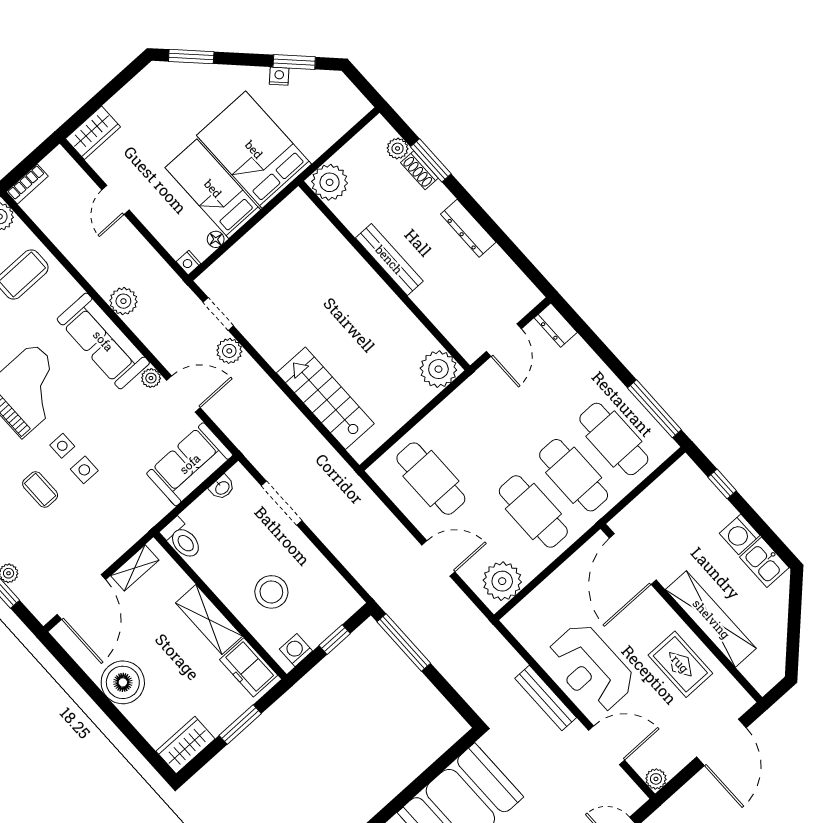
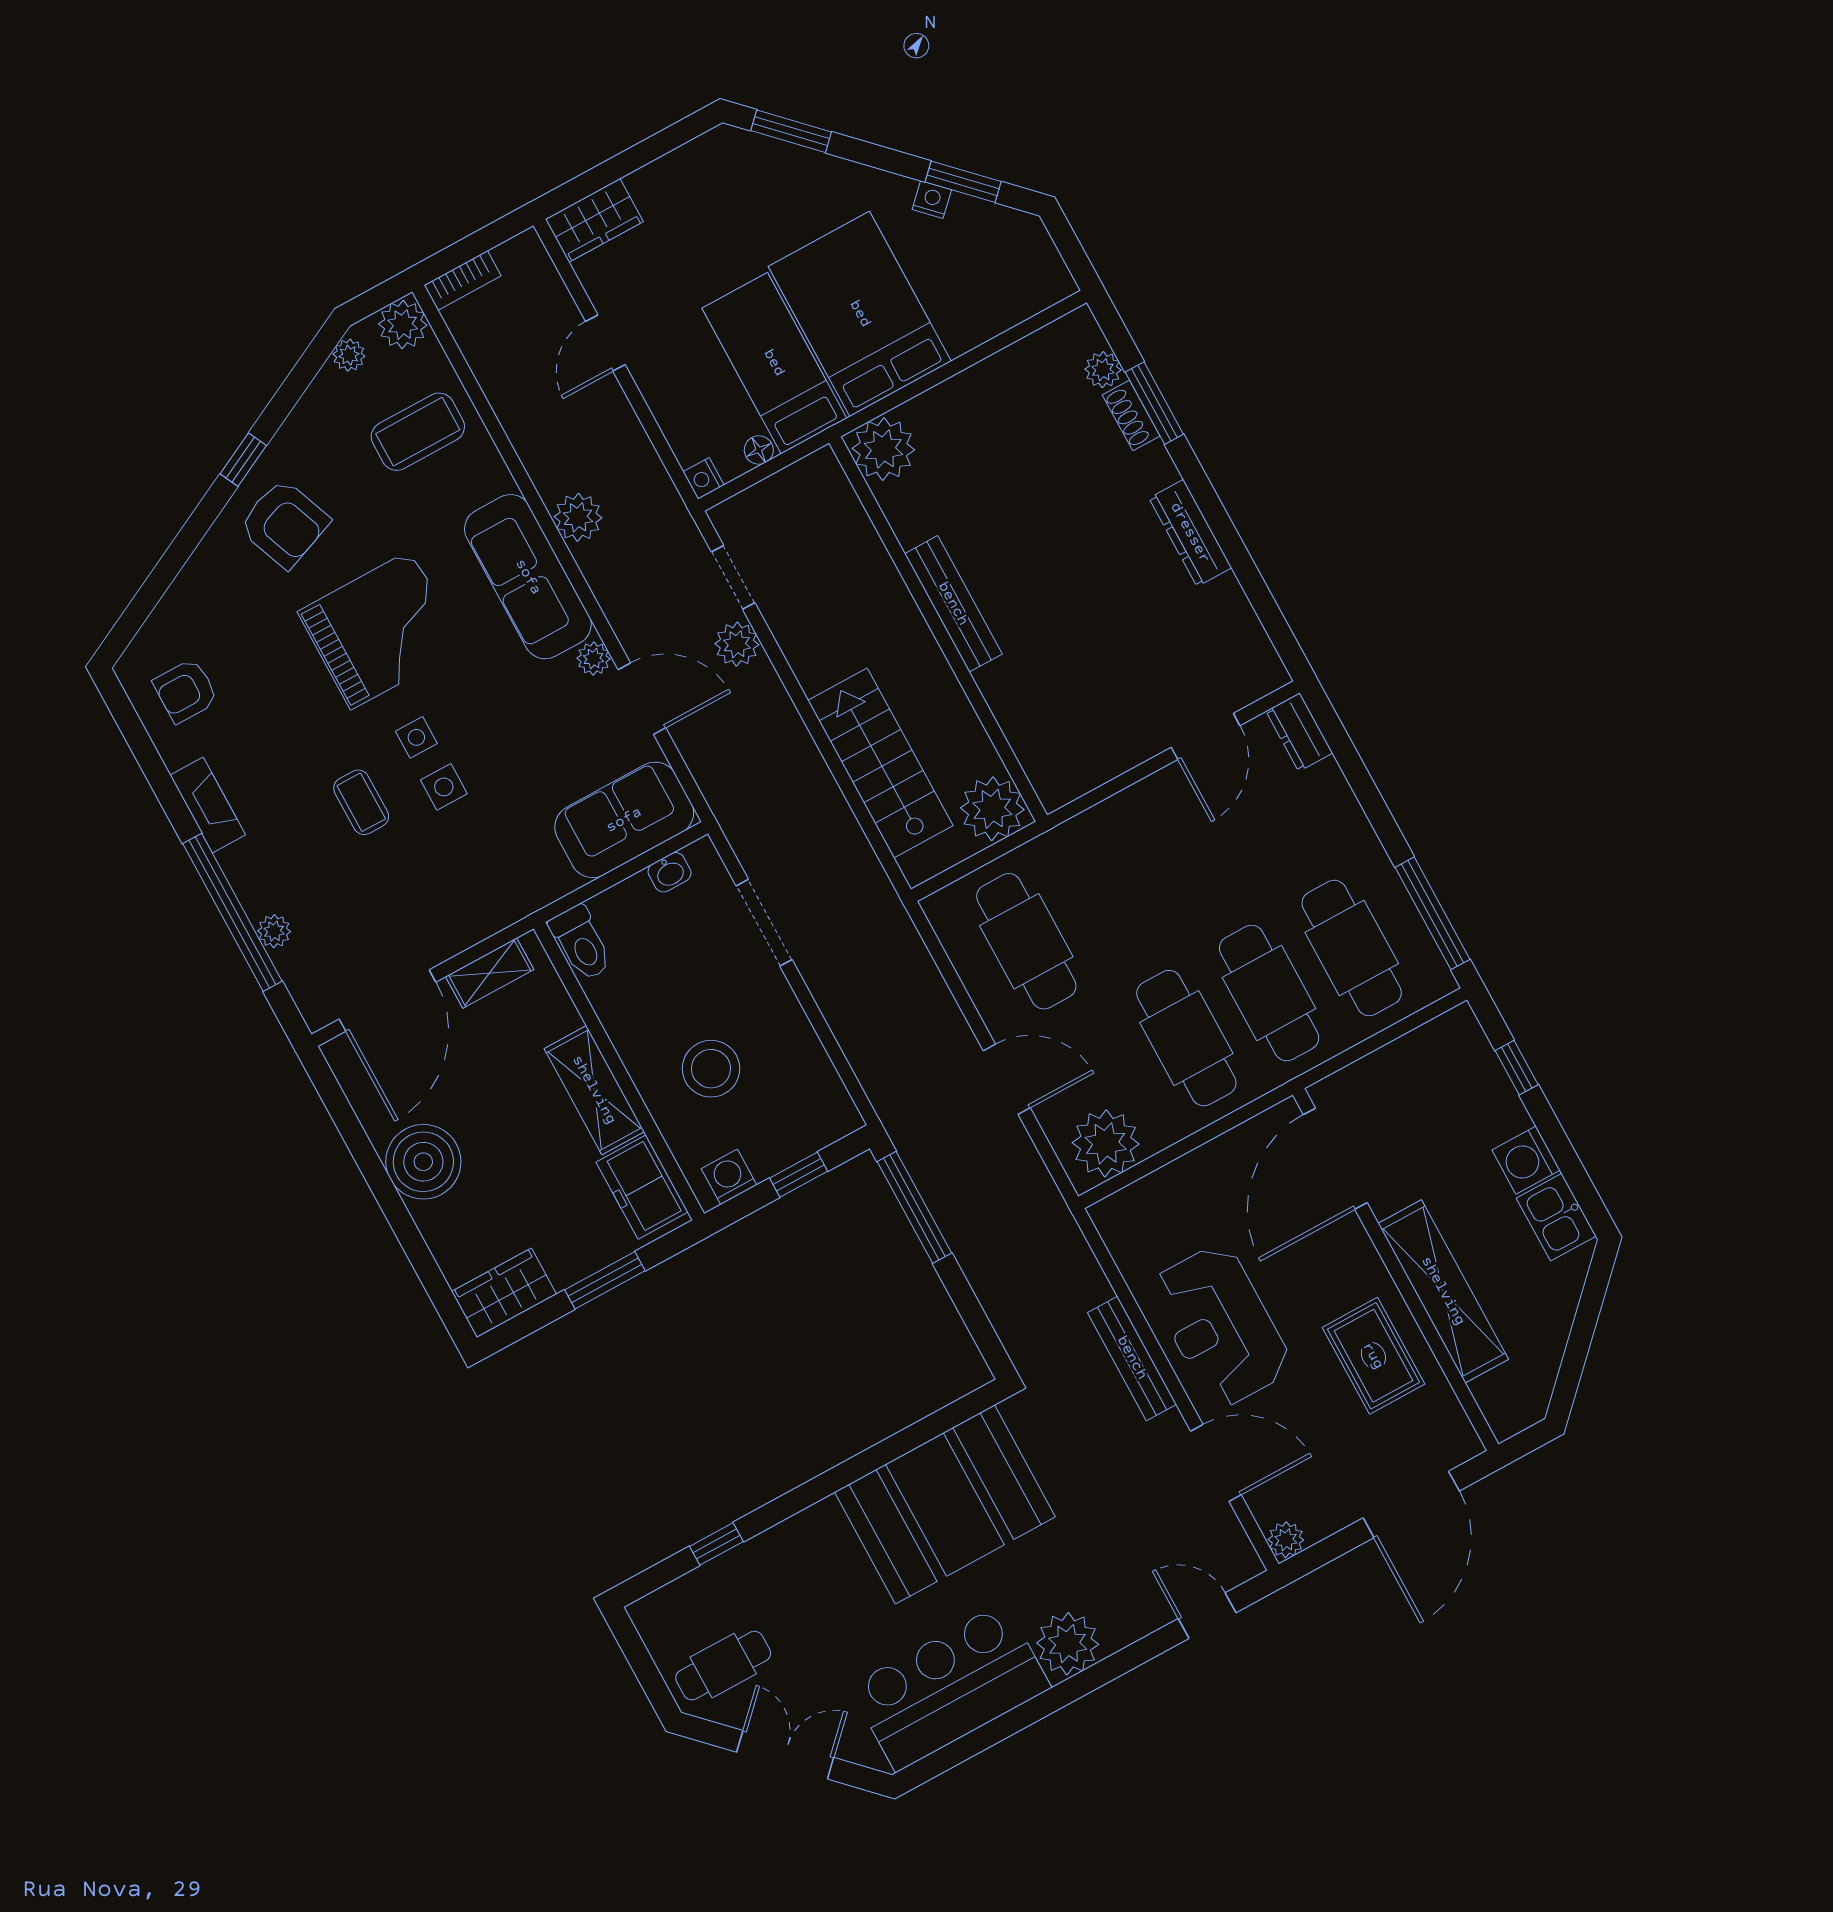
plant: (330, 182) -> (883, 449), moved
bench: (389, 260) -> (953, 604), moved
wall: (384, 276) -> (938, 629), moved
plant: (438, 369) -> (992, 809), moved

